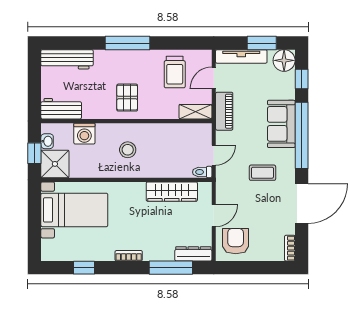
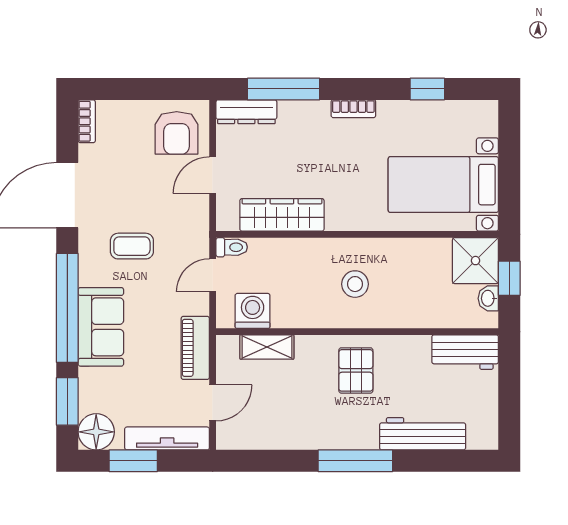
workbench: (67, 59) -> (423, 434), moved
trolley: (175, 72) -> (277, 413), removed
window: (302, 79) -> (67, 401), width x1.50
shelving: (195, 112) -> (267, 347), moved
washing machine: (84, 134) -> (253, 311), moved

